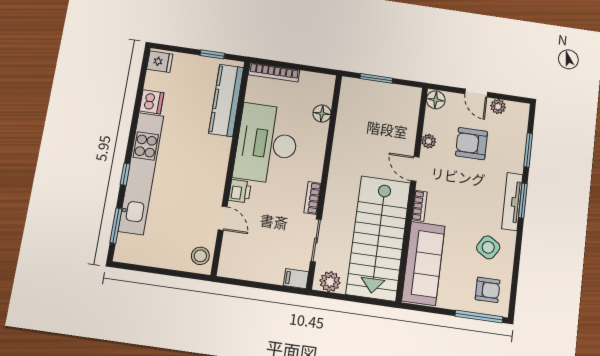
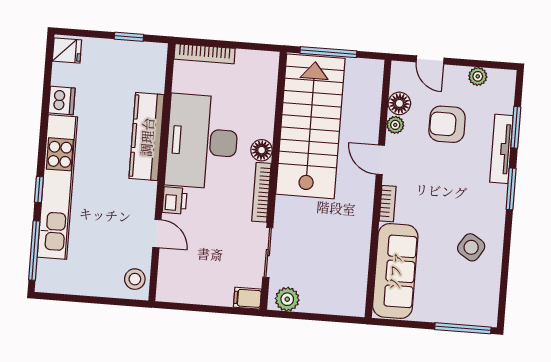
window: (376, 78) -> (328, 52), width x1.44
door: (476, 93) -> (430, 60), moved
kitchen counter: (226, 100) -> (147, 137), moved
floor lamp: (436, 100) -> (399, 103), moved
floor lamp: (322, 113) -> (262, 150), moved
bookcase: (313, 198) -> (261, 192), width x1.56
tv unit: (512, 202) -> (501, 149), moved
window: (116, 226) -> (34, 251), width x1.44
stairs: (378, 238) -> (310, 126), moved, turned 180
armchair: (488, 290) -> (472, 297), removed

